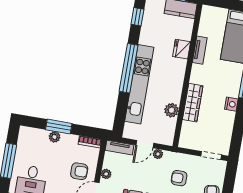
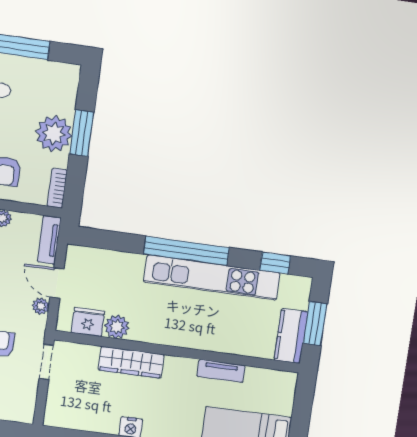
fridge: (182, 49) -> (88, 322), moved
kitchen unit: (139, 84) -> (212, 277), moved
plant: (55, 137) -> (54, 134), width x1.87, depth x1.87
doorway: (211, 156) -> (46, 362), moved

